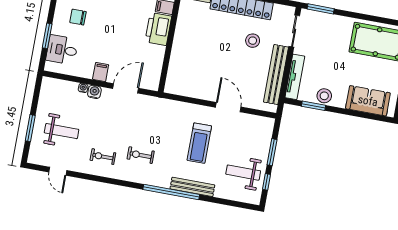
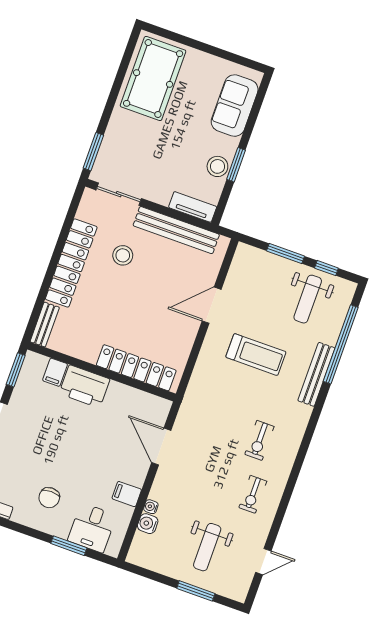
locker: (177, 62) -> (136, 368), added
filing cabinet: (101, 72) -> (127, 494), moved
tv unit: (295, 77) -> (193, 207), width x0.71
water cooler: (94, 92) -> (148, 524), moved
window: (313, 106) -> (236, 165), moved
weight bench: (62, 131) -> (207, 547), turned 180
window: (171, 192) -> (341, 344), moved

